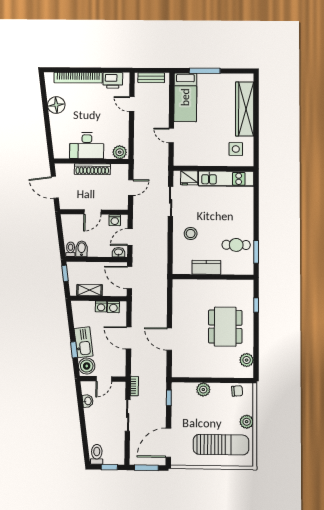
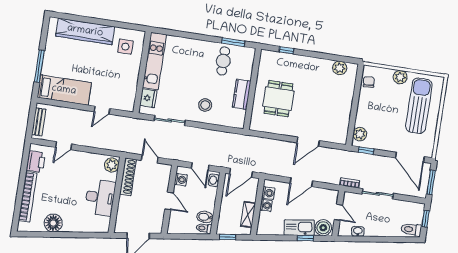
shoe rack: (92, 169) -> (128, 177), moved
dining table: (225, 327) -> (278, 99), moved, width x0.73
plant: (203, 390) -> (360, 134), moved

